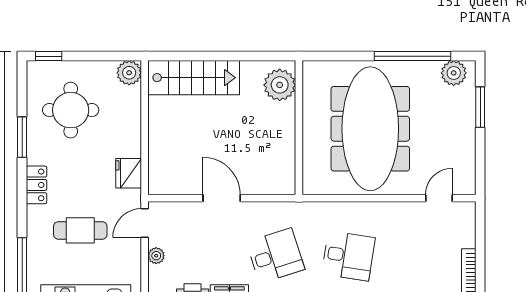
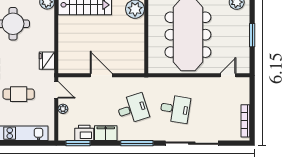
window: (480, 107) -> (252, 35), moved
door: (145, 223) -> (56, 90), swing flipped

